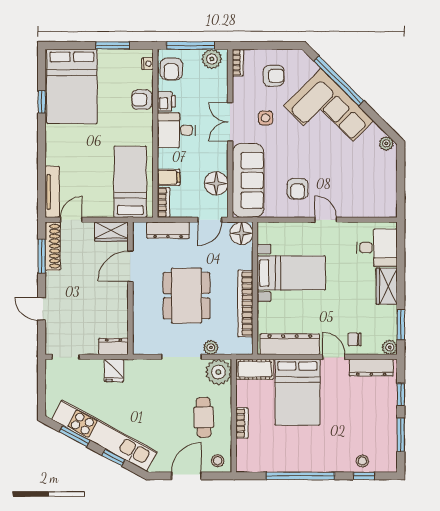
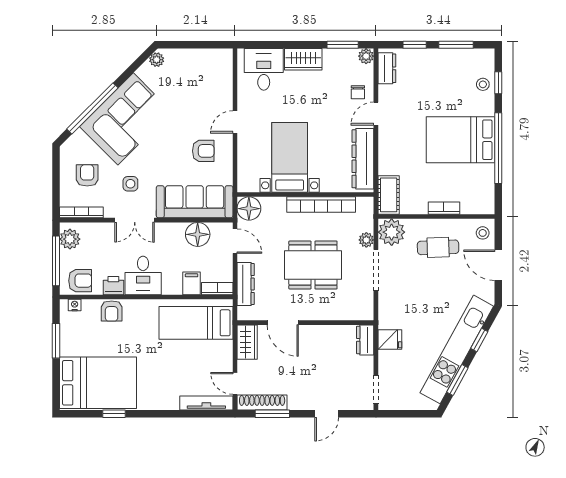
bookcase: (238, 63) -> (81, 212), width x1.56
dresser: (371, 368) -> (387, 68), width x0.70
bed: (297, 392) -> (460, 140), moved, turned 180

